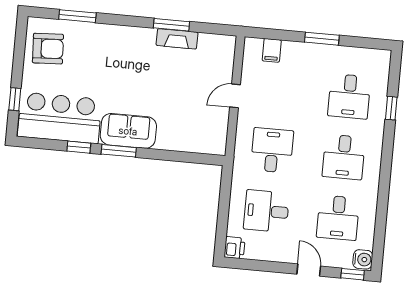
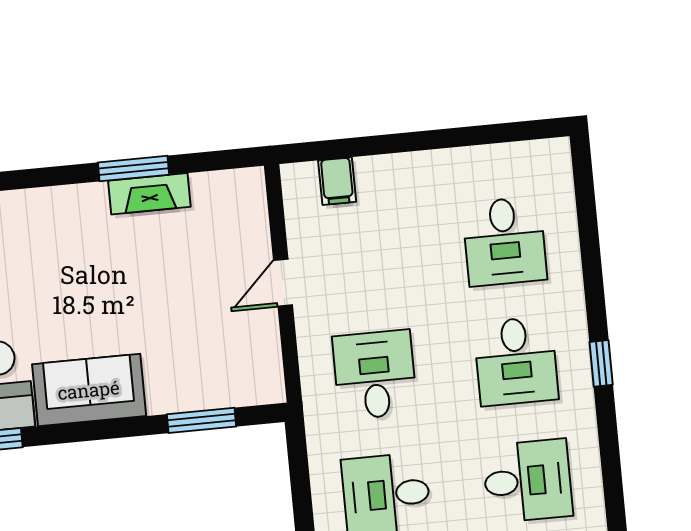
window: (322, 39) -> (430, 140), removed
window: (391, 108) -> (601, 363), moved
window: (119, 151) -> (202, 420), moved
desk: (338, 218) -> (528, 481), turned -90

